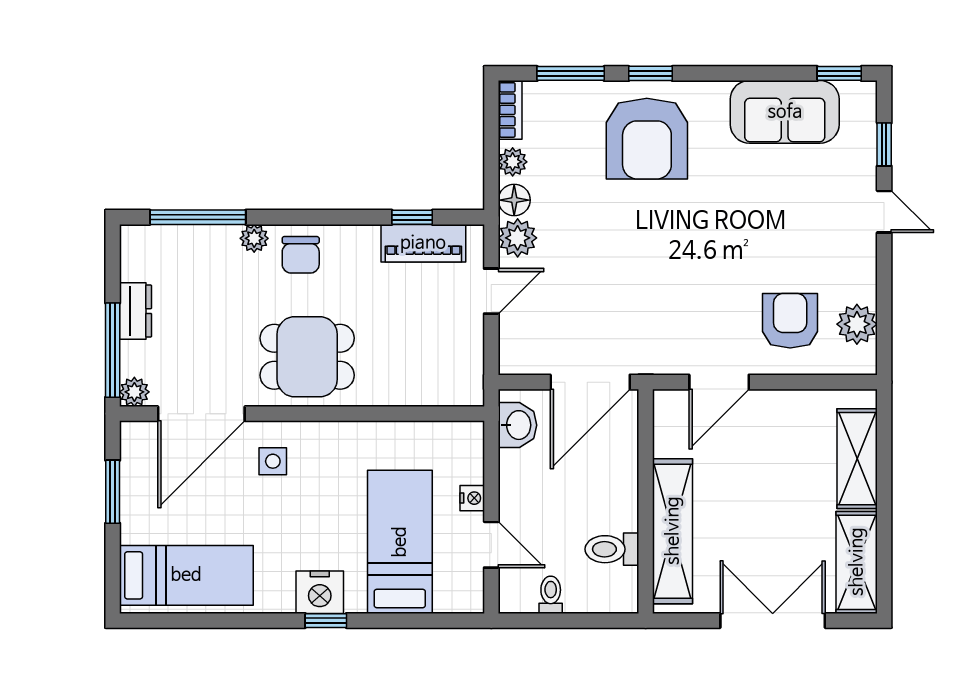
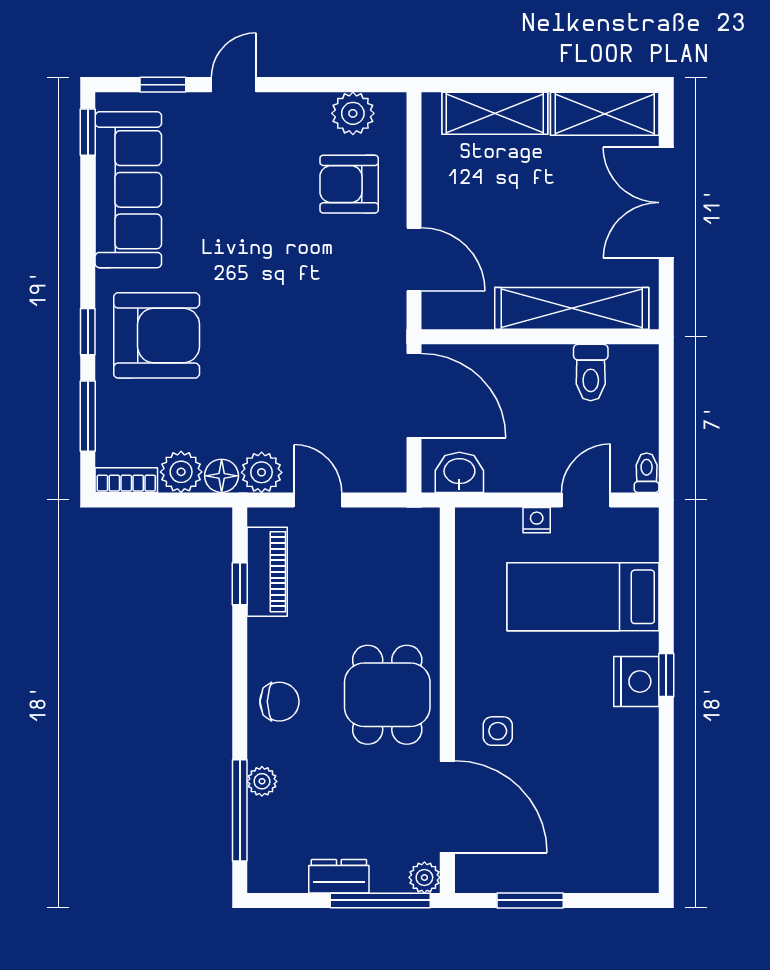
sofa: (785, 112) -> (128, 190), width x1.36
plant: (513, 162) -> (181, 472), width x1.38, depth x1.38
plant: (254, 238) -> (262, 781), moved
bed: (186, 575) -> (618, 822), removed
toilet: (551, 595) -> (647, 473), moved, turned 90

